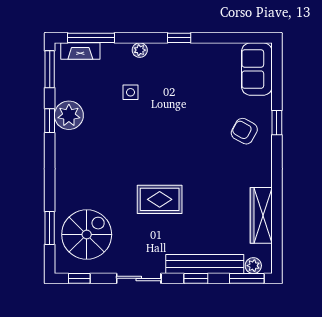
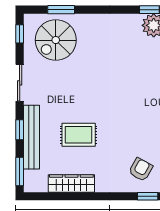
rug: (160, 199) -> (79, 135), moved, turned 90
spiral stairs: (87, 235) -> (56, 40), turned 90
plant: (253, 266) -> (30, 177), removed

